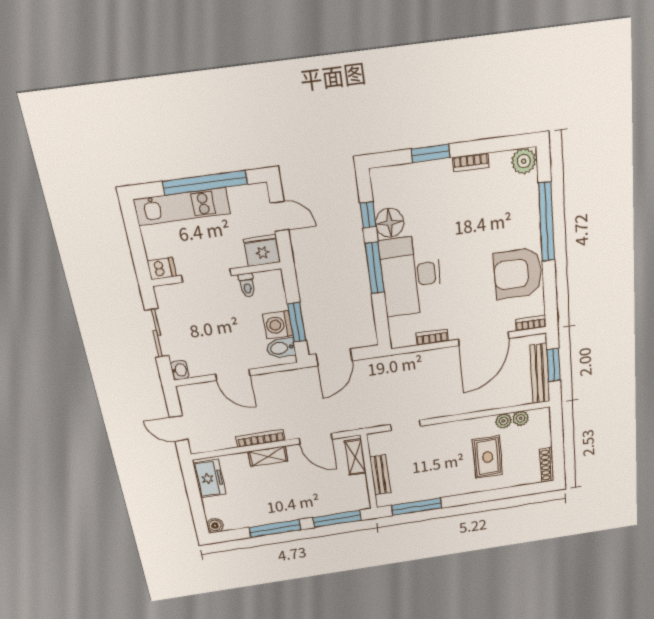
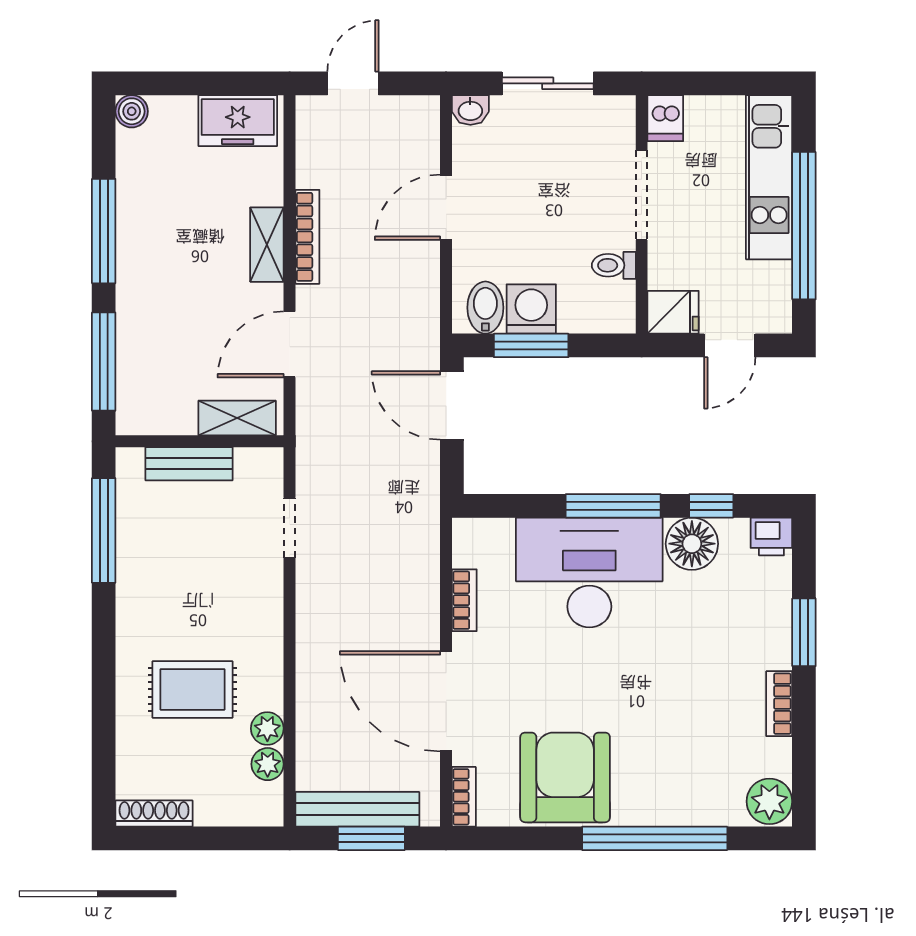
printer: (380, 179) -> (771, 537), added
fridge: (262, 251) -> (673, 312), width x0.72

